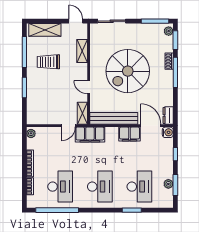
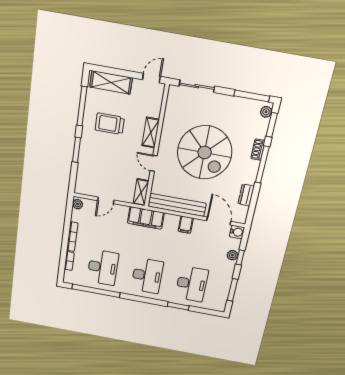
door: (76, 21) -> (151, 78), hinge flipped
shelving: (82, 51) -> (151, 133), moved
spiral stairs: (128, 71) -> (205, 152), turned -90
dresser: (168, 116) -> (246, 195), moved
door: (68, 126) -> (106, 200), moved
filing cabinet: (129, 134) -> (186, 225), width x0.50
plant: (168, 184) -> (232, 255), moved

